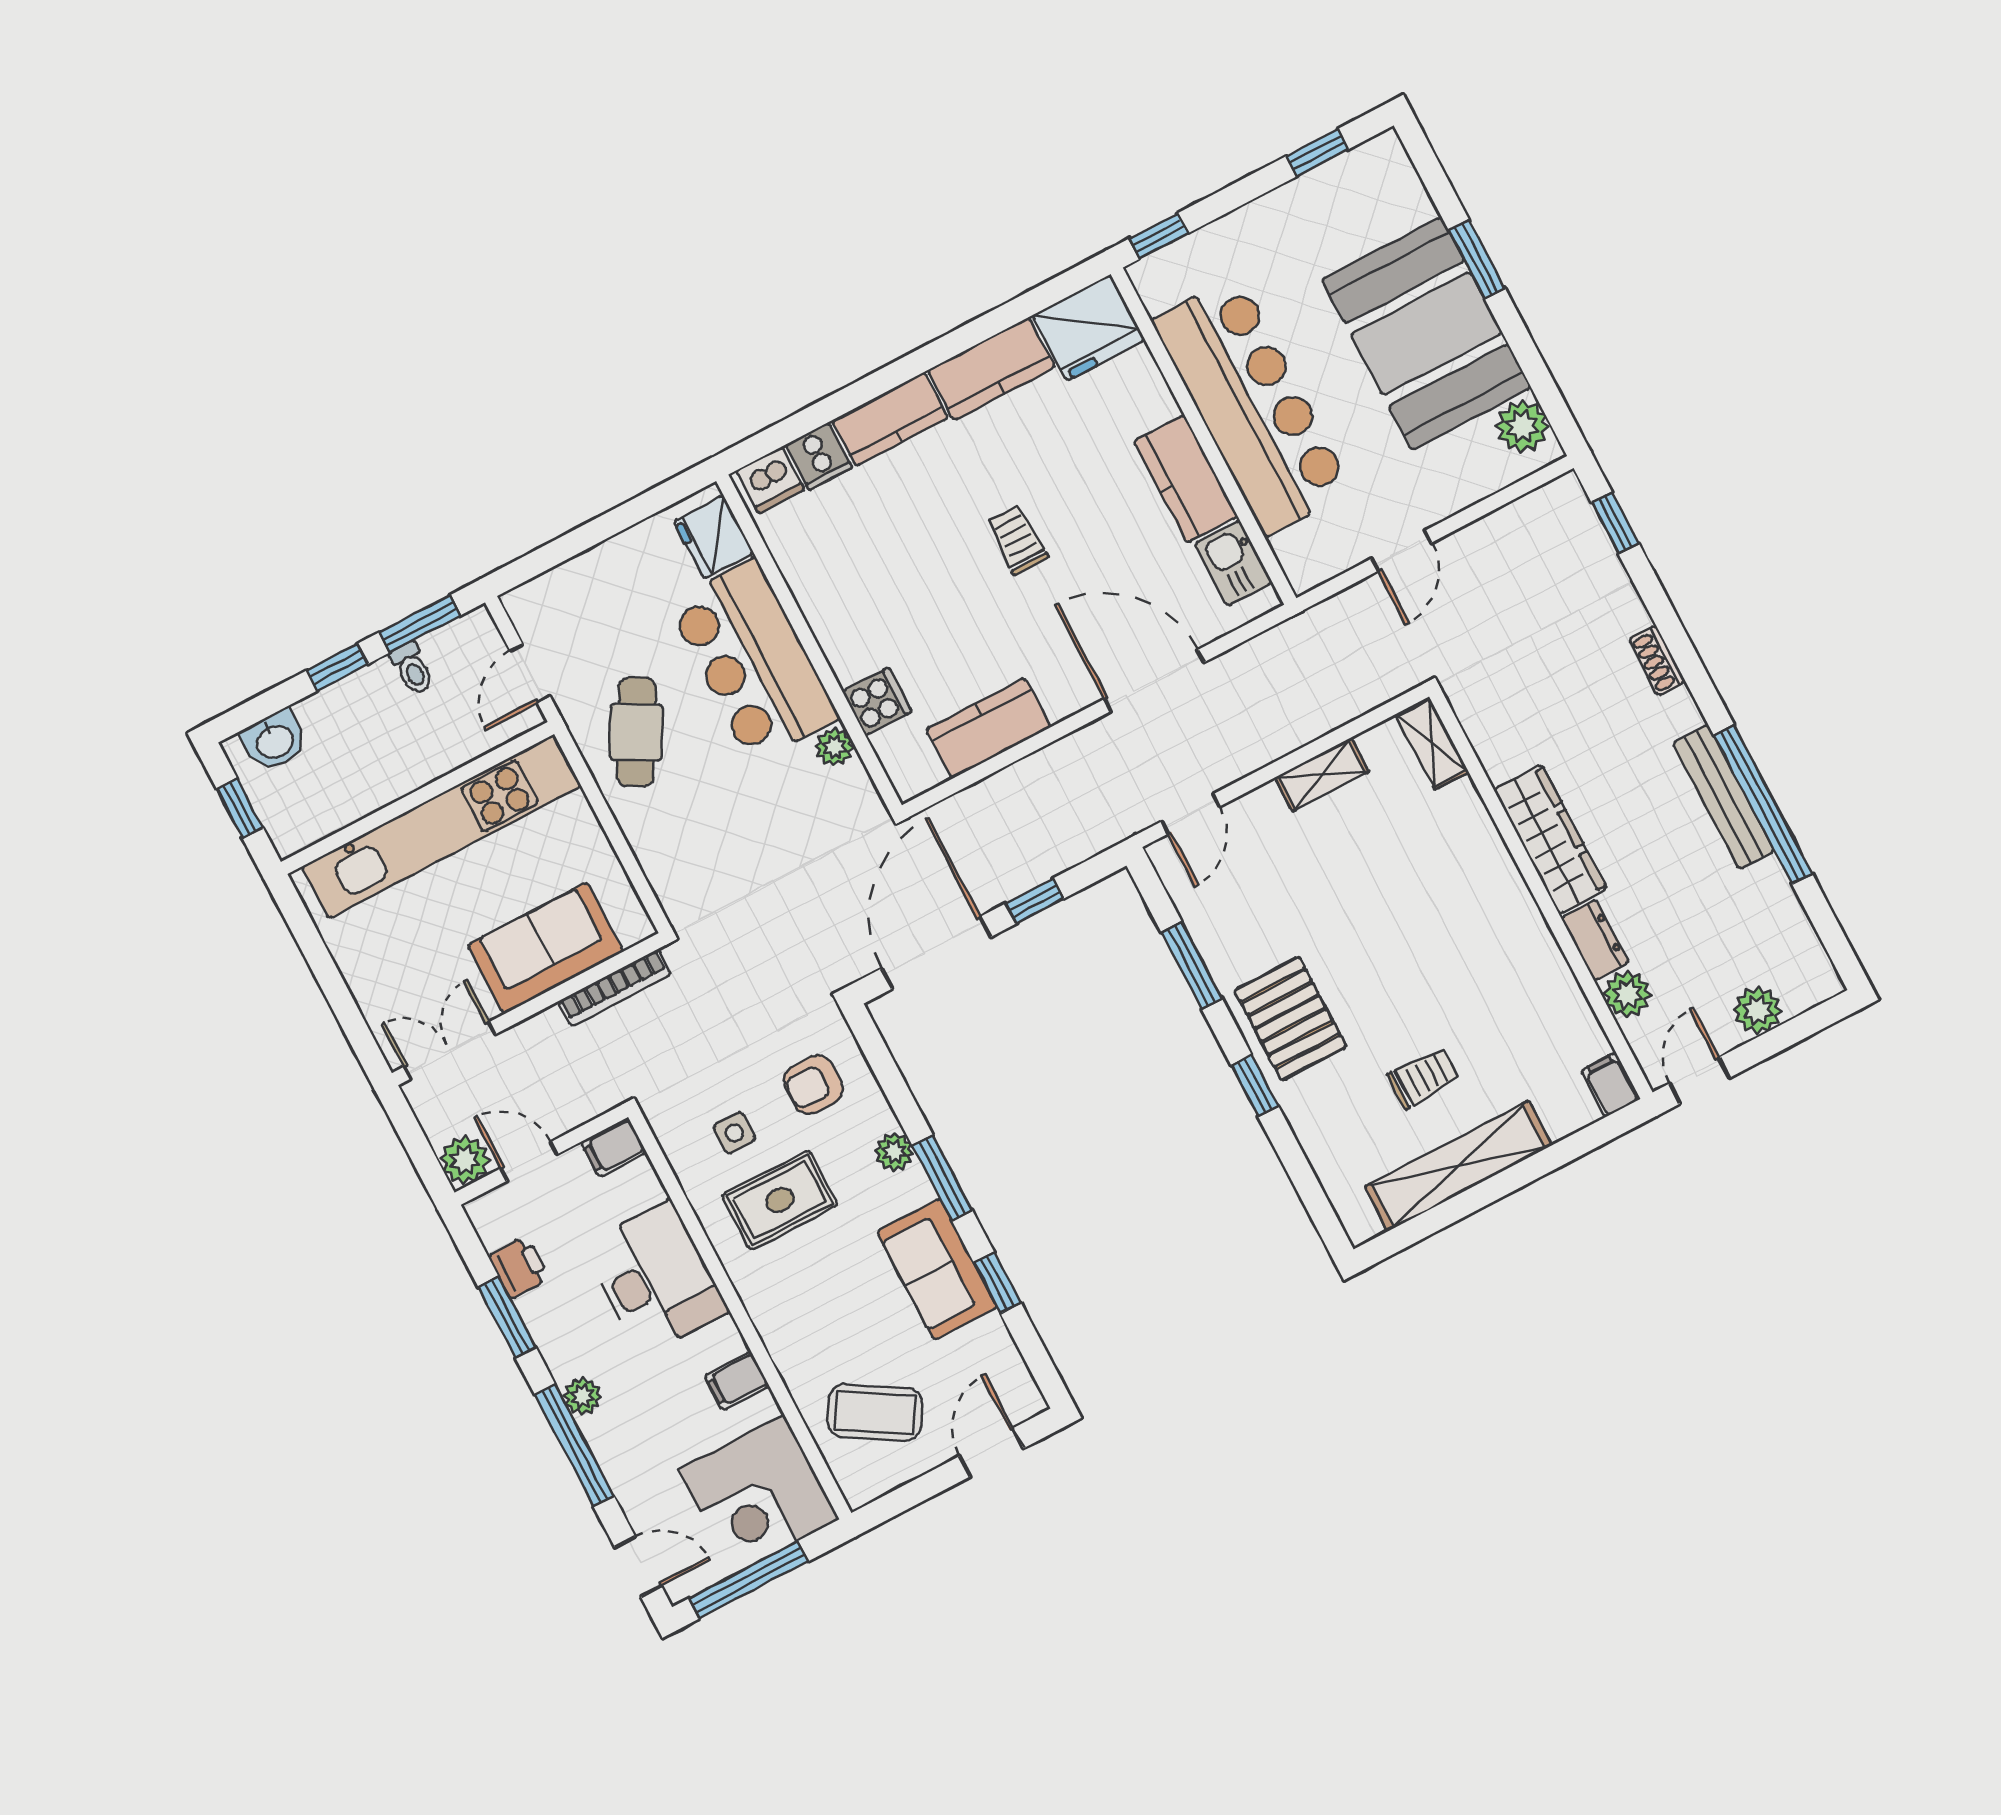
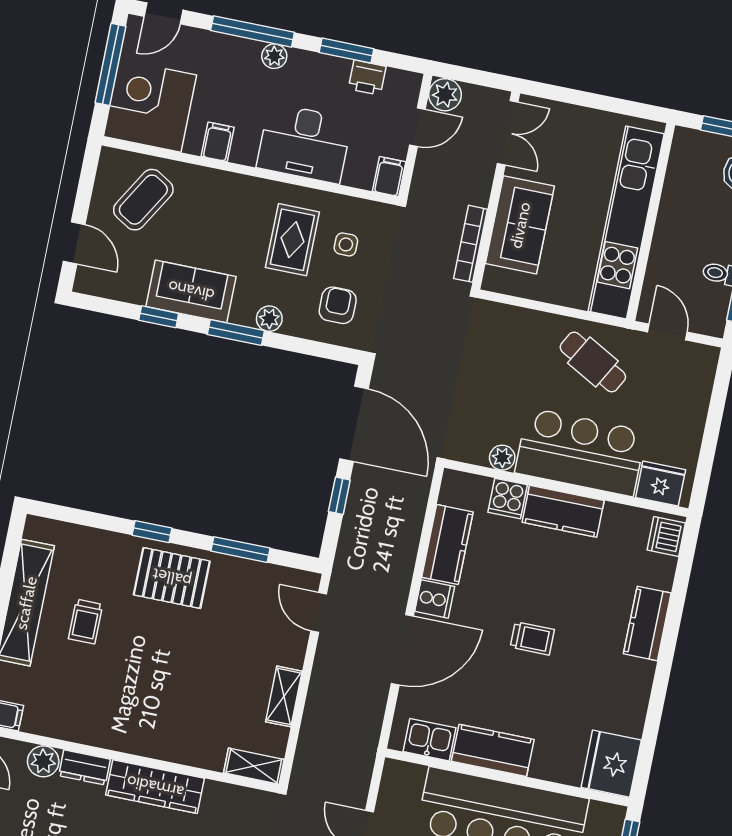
kitchen counter: (991, 369) -> (563, 511), moved, turned -90
cooker: (819, 456) -> (435, 599), moved, turned 180

